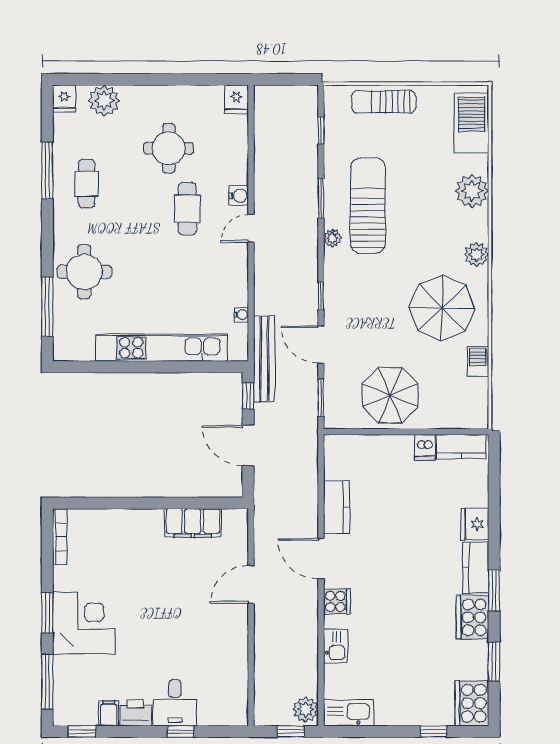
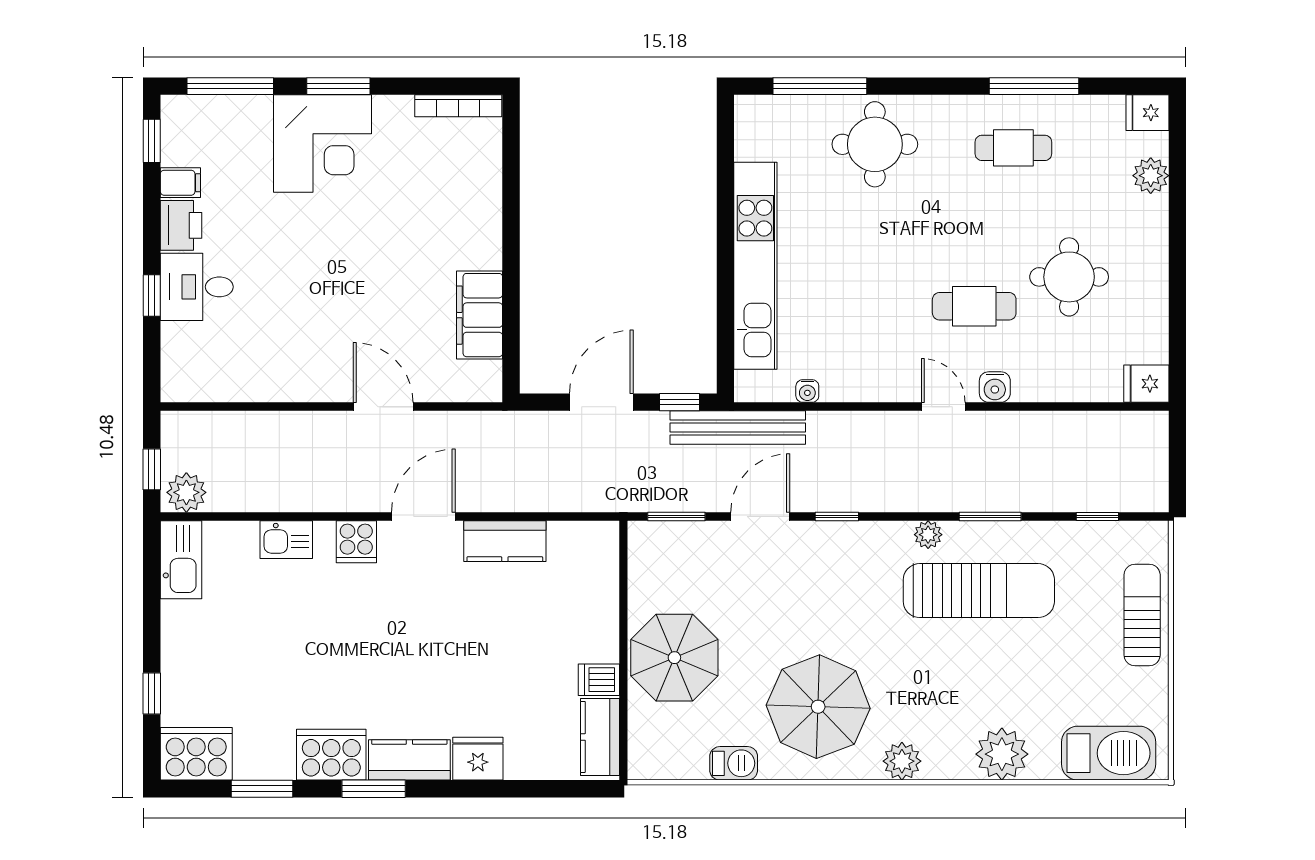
plant: (104, 101) -> (1151, 176), width x0.73, depth x0.73
parasol: (390, 395) -> (674, 658), moved

